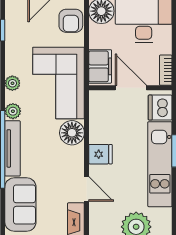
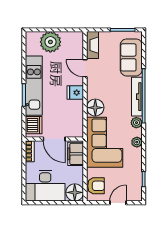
armchair: (71, 21) -> (96, 186), turned 90

